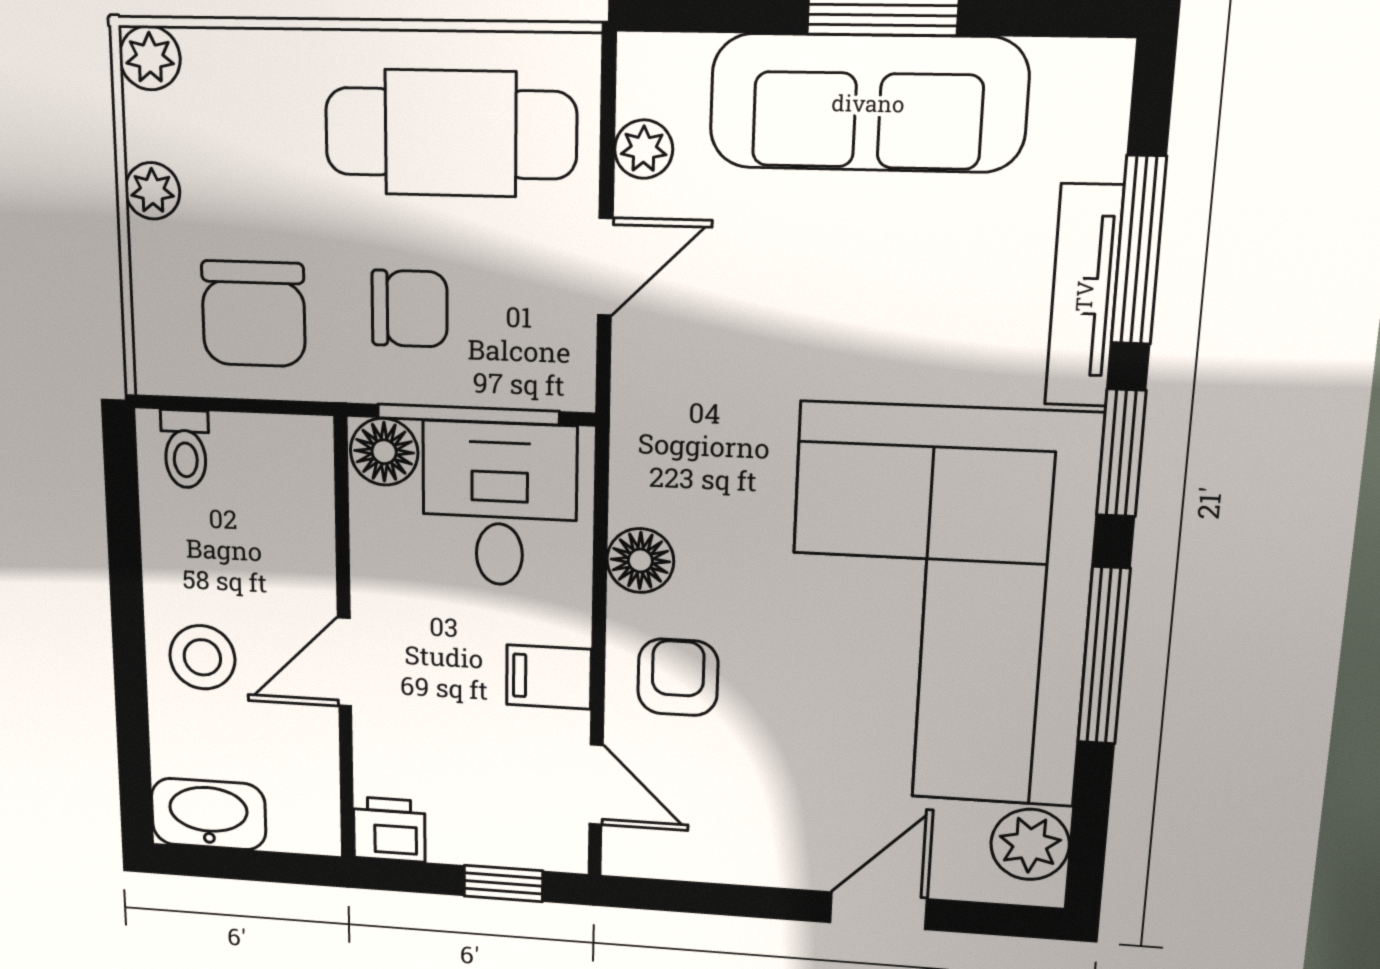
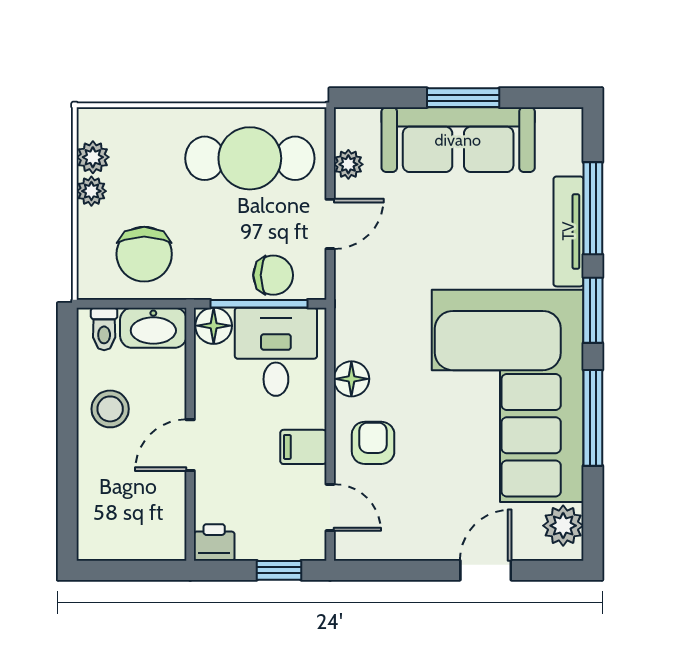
plant: (150, 58) -> (93, 157), moved
chair: (410, 309) -> (273, 275), moved
stool: (202, 657) -> (110, 409), moved
washbasin: (209, 814) -> (153, 328), moved, turned 180

